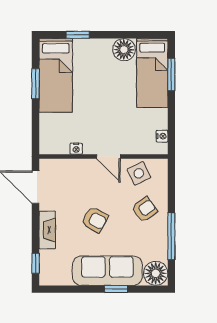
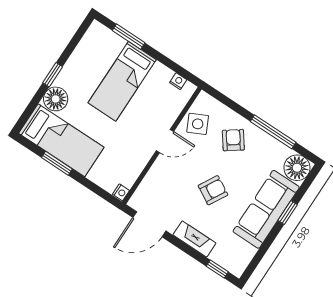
window: (78, 35) -> (53, 75), moved
floor lamp: (124, 50) -> (56, 99), moved
bed: (152, 73) -> (122, 81), moved, turned 90
nightstand: (76, 149) -> (121, 192), moved

